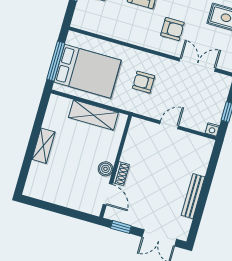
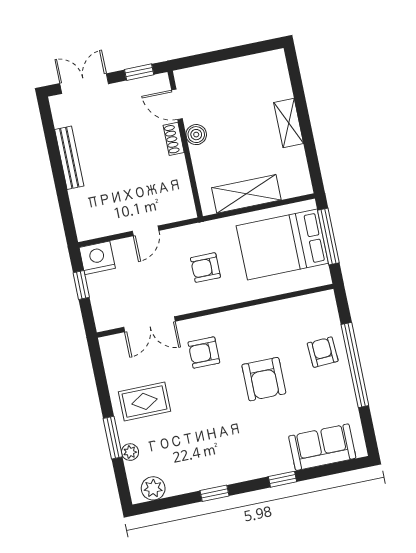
armchair: (144, 82) -> (205, 268), turned 180
nightstand: (212, 129) -> (97, 258), width x1.89, depth x1.79

